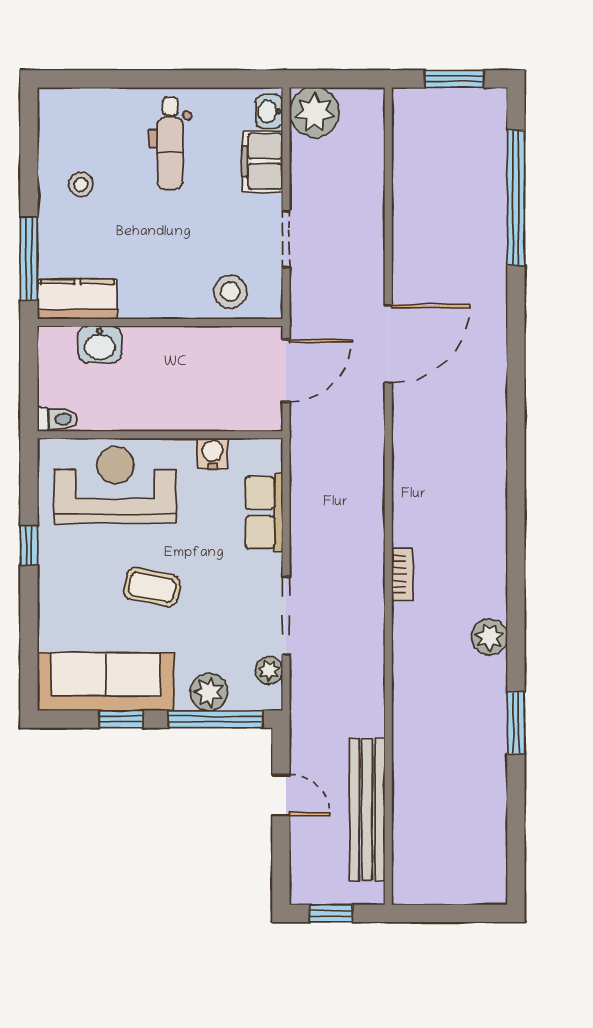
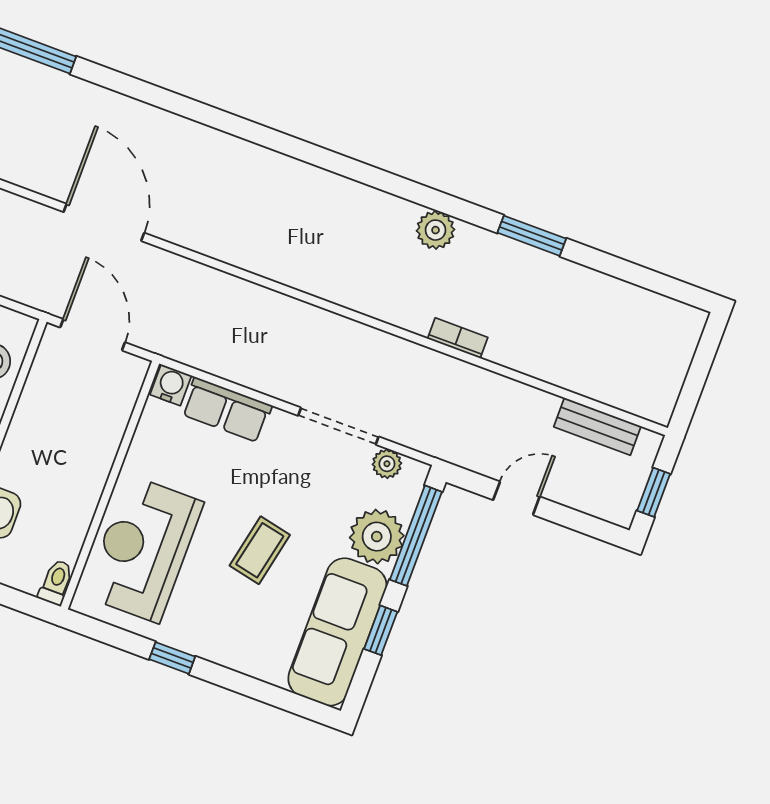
water cooler: (213, 453) -> (171, 385), moved, turned 90
bookcase: (402, 575) -> (458, 338), moved
plant: (209, 692) -> (377, 537), width x1.36, depth x1.36
bench: (367, 809) -> (597, 426), width x0.54, depth x0.82

